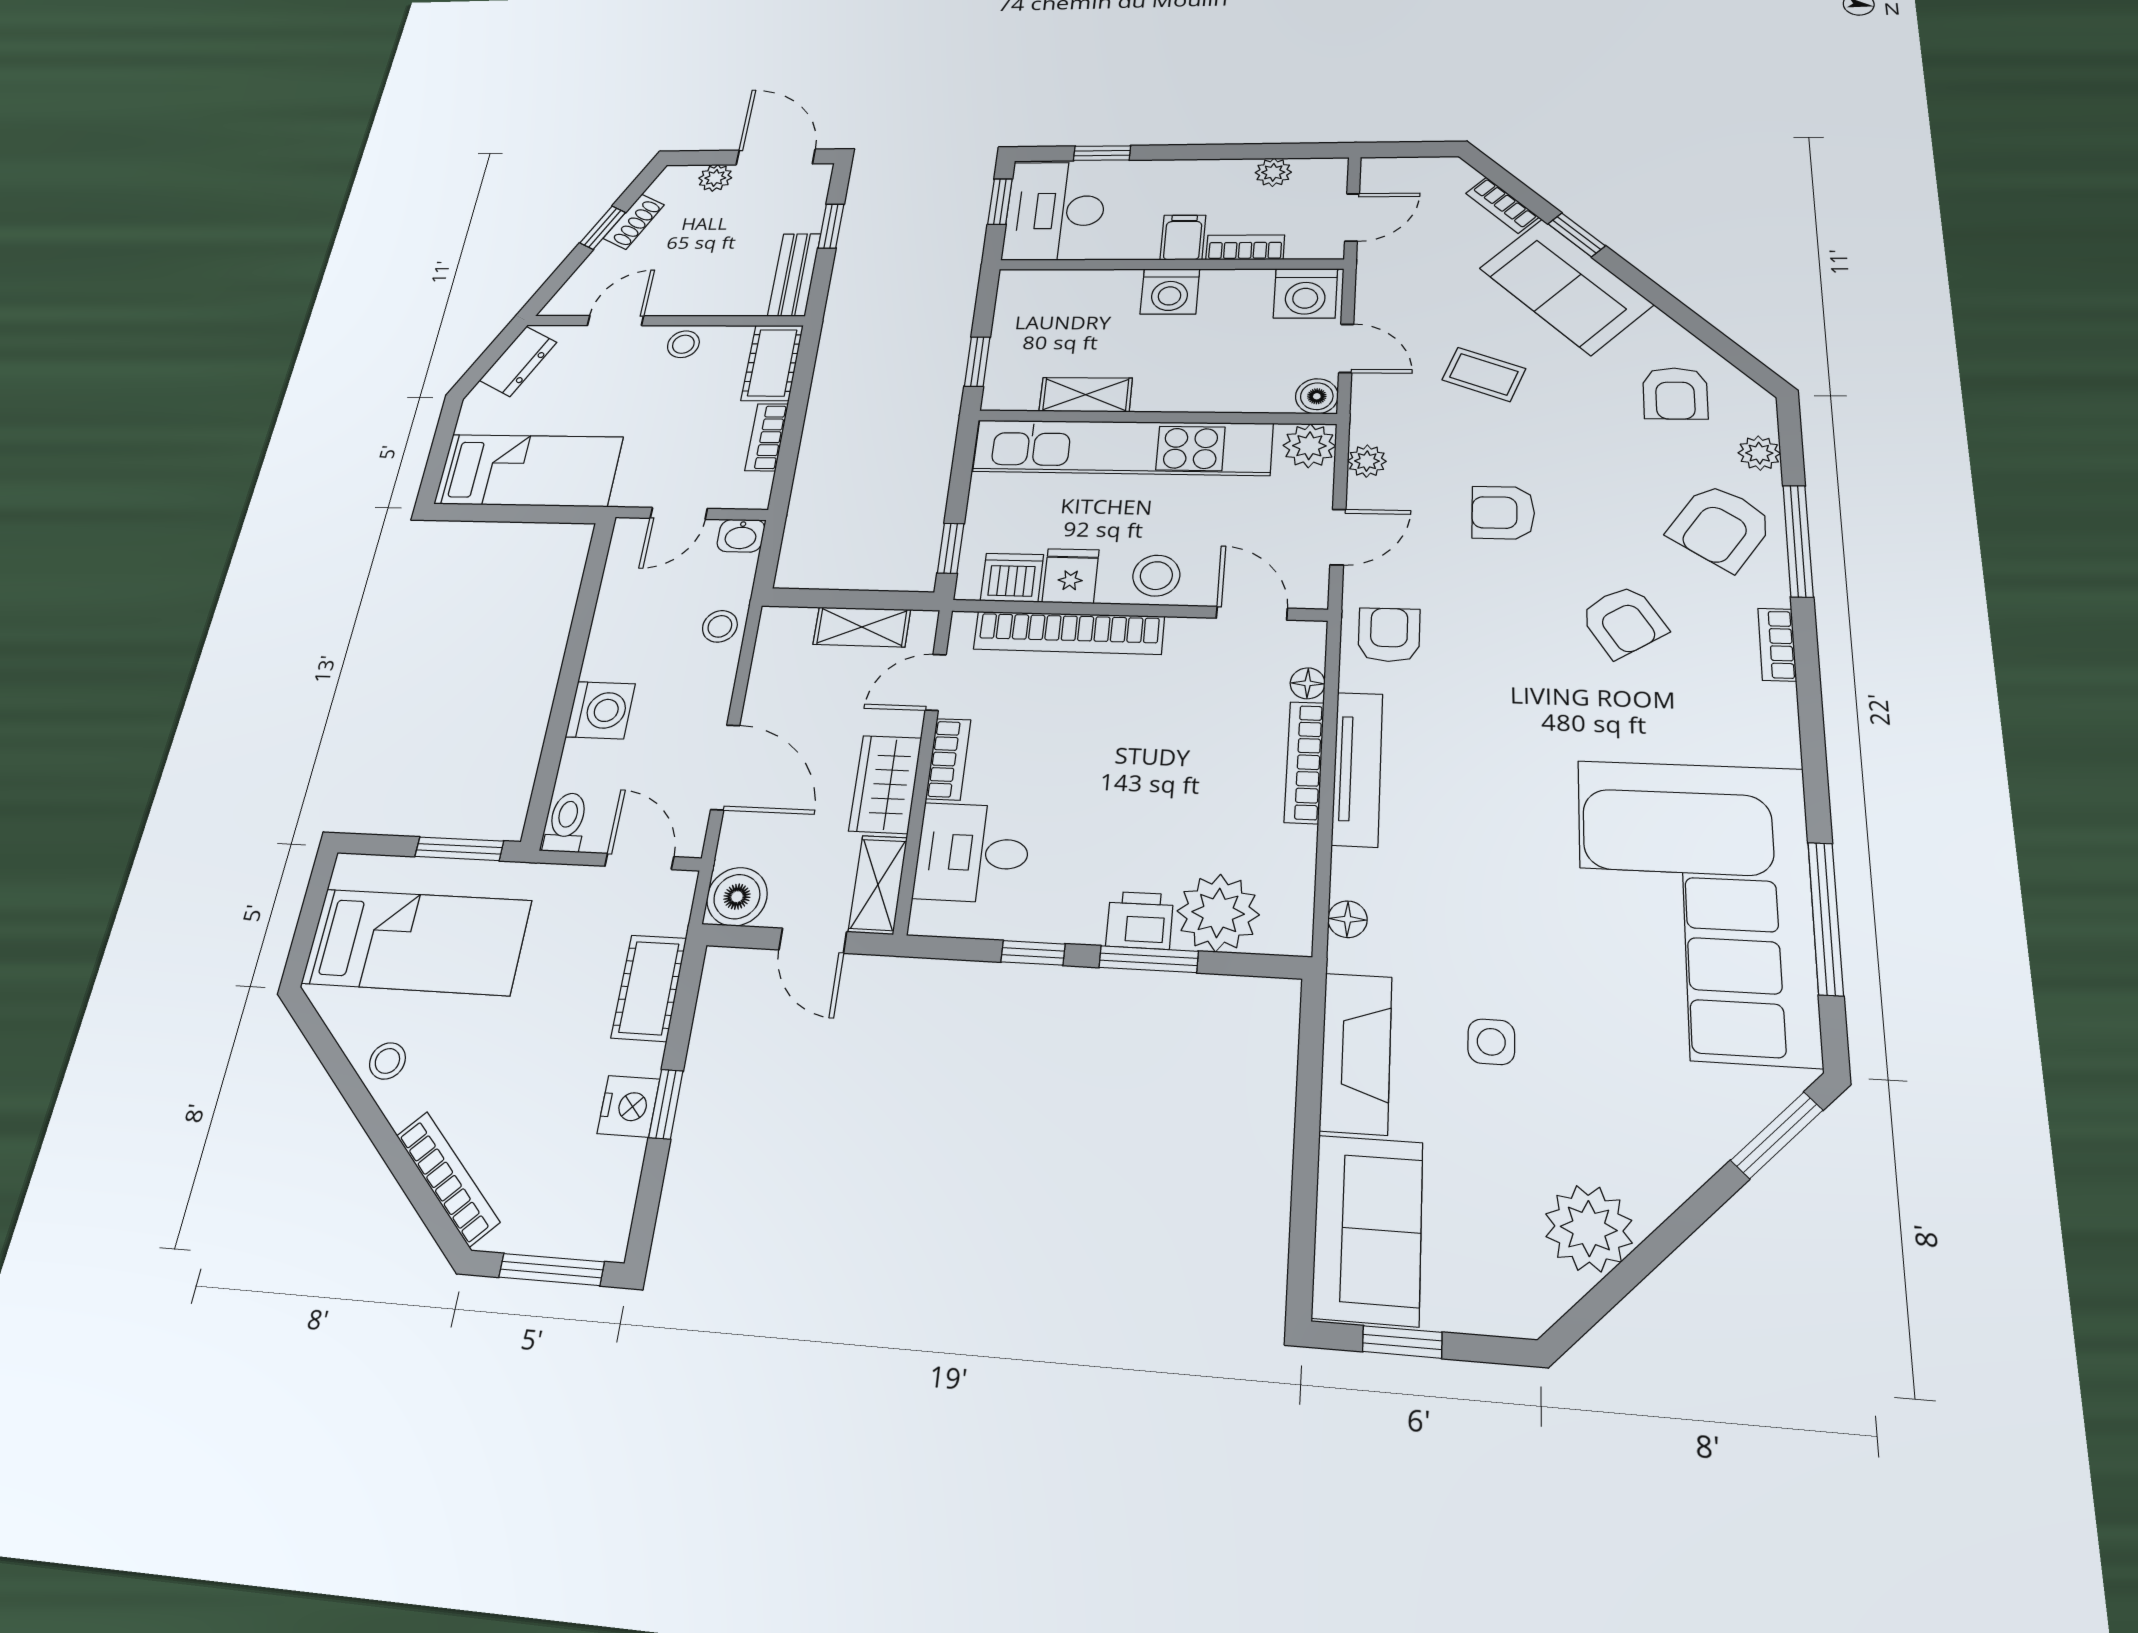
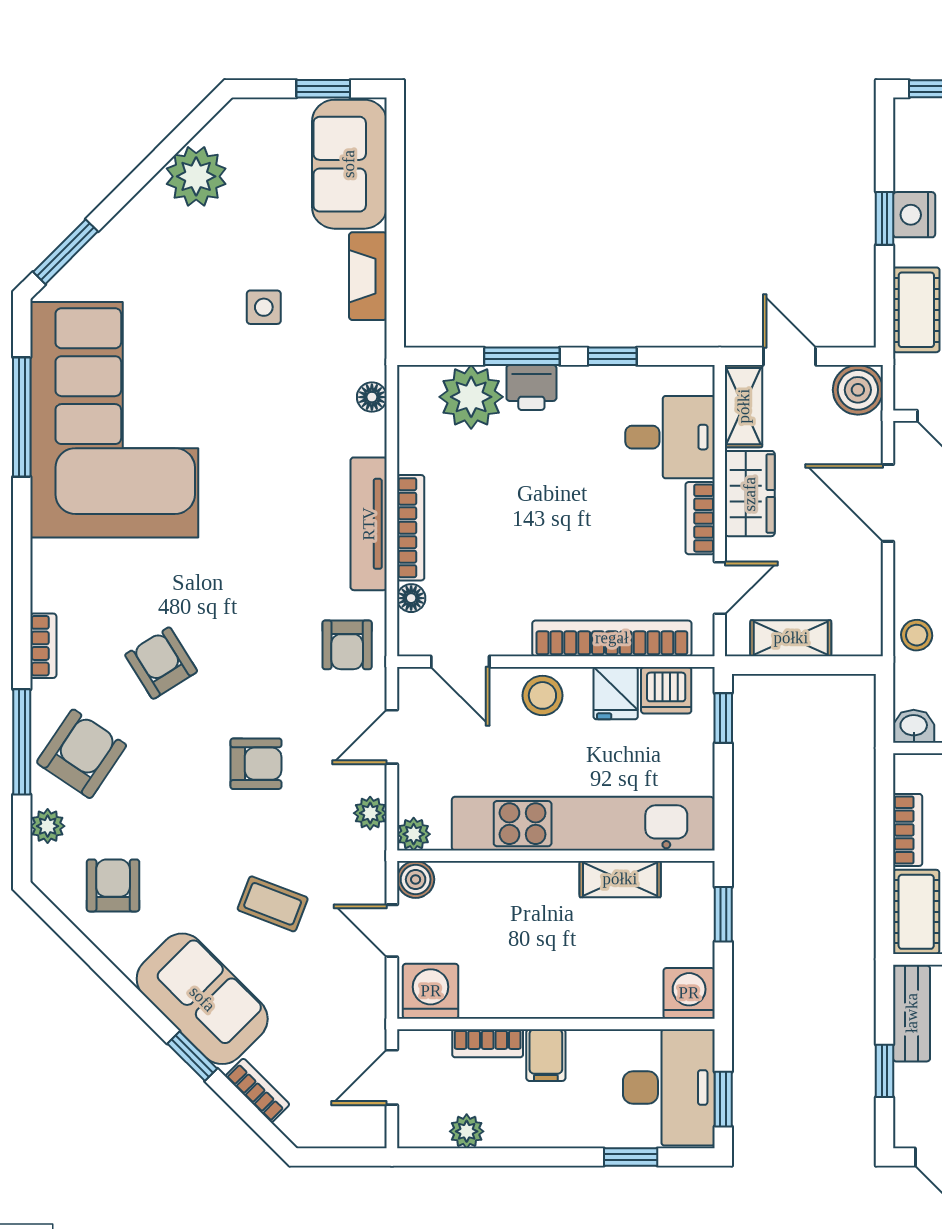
washing machine: (1170, 291) -> (689, 993), moved
plant: (1309, 446) -> (414, 834), width x0.73, depth x0.73
fireplace: (1356, 1053) -> (368, 276), width x0.73, depth x0.76

